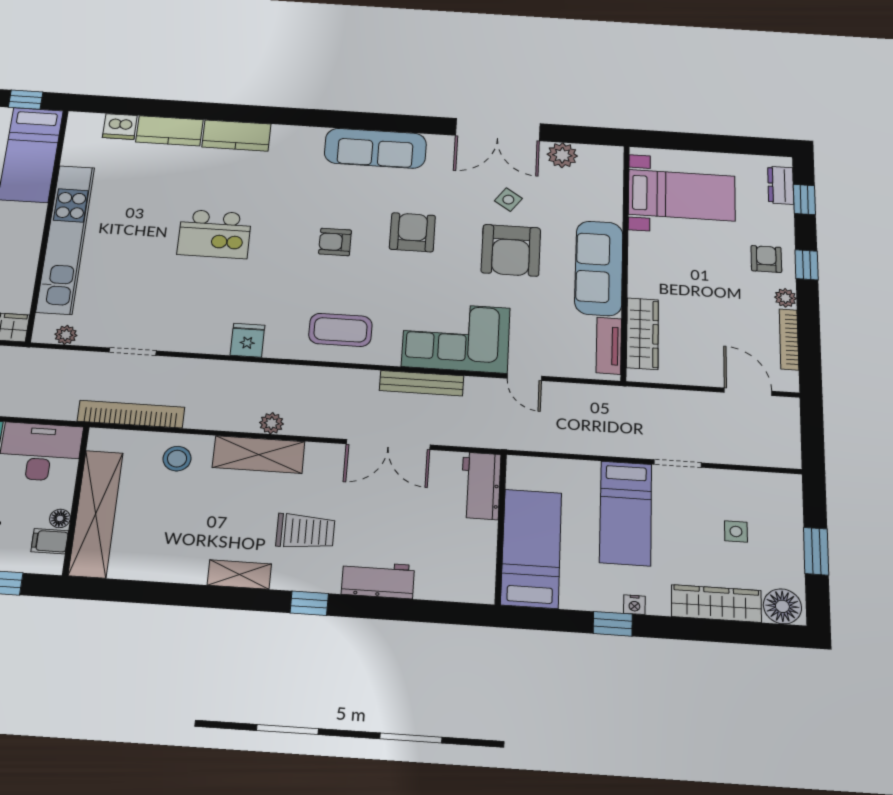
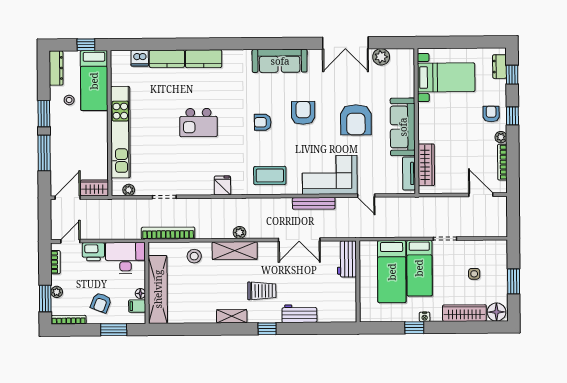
side table: (508, 200) -> (353, 88), removed
bed: (531, 548) -> (392, 272), moved, turned 180

